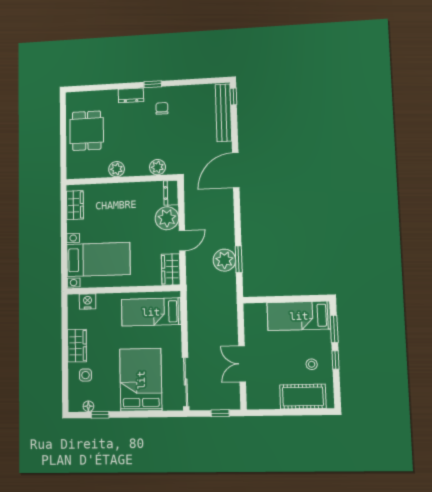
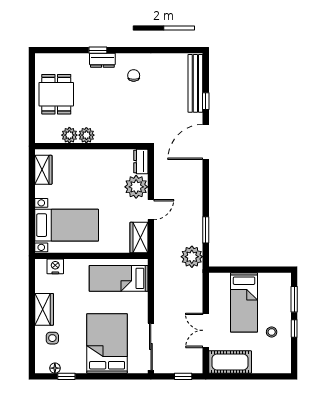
window: (153, 84) -> (98, 50), moved
window: (233, 96) -> (206, 101), moved
plant: (158, 167) -> (69, 135), moved
plant: (224, 260) -> (192, 257), moved
bed: (299, 316) -> (244, 302), moved, turned -90
cot: (303, 397) -> (230, 362), moved

